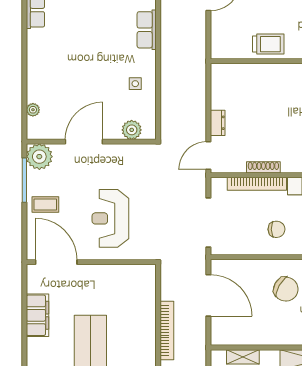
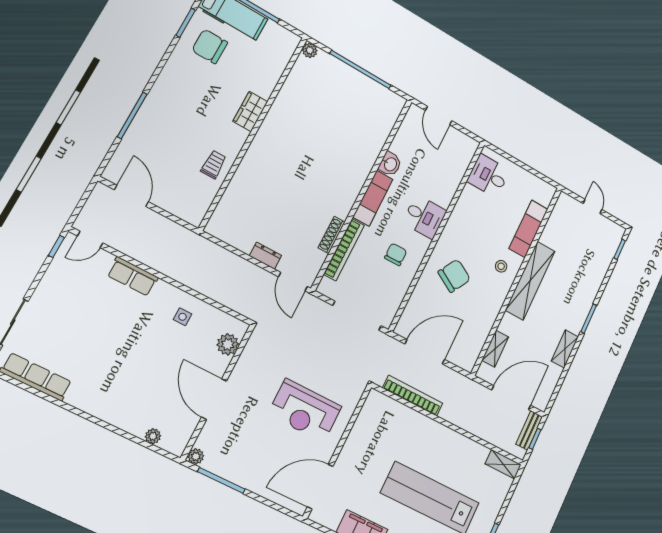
trolley: (268, 44) -> (214, 165), width x0.73, depth x0.72
plant: (39, 157) -> (196, 456), width x0.53, depth x0.53
coffee table: (45, 204) -> (257, 470), removed
bookcase: (167, 331) -> (413, 396), moved

